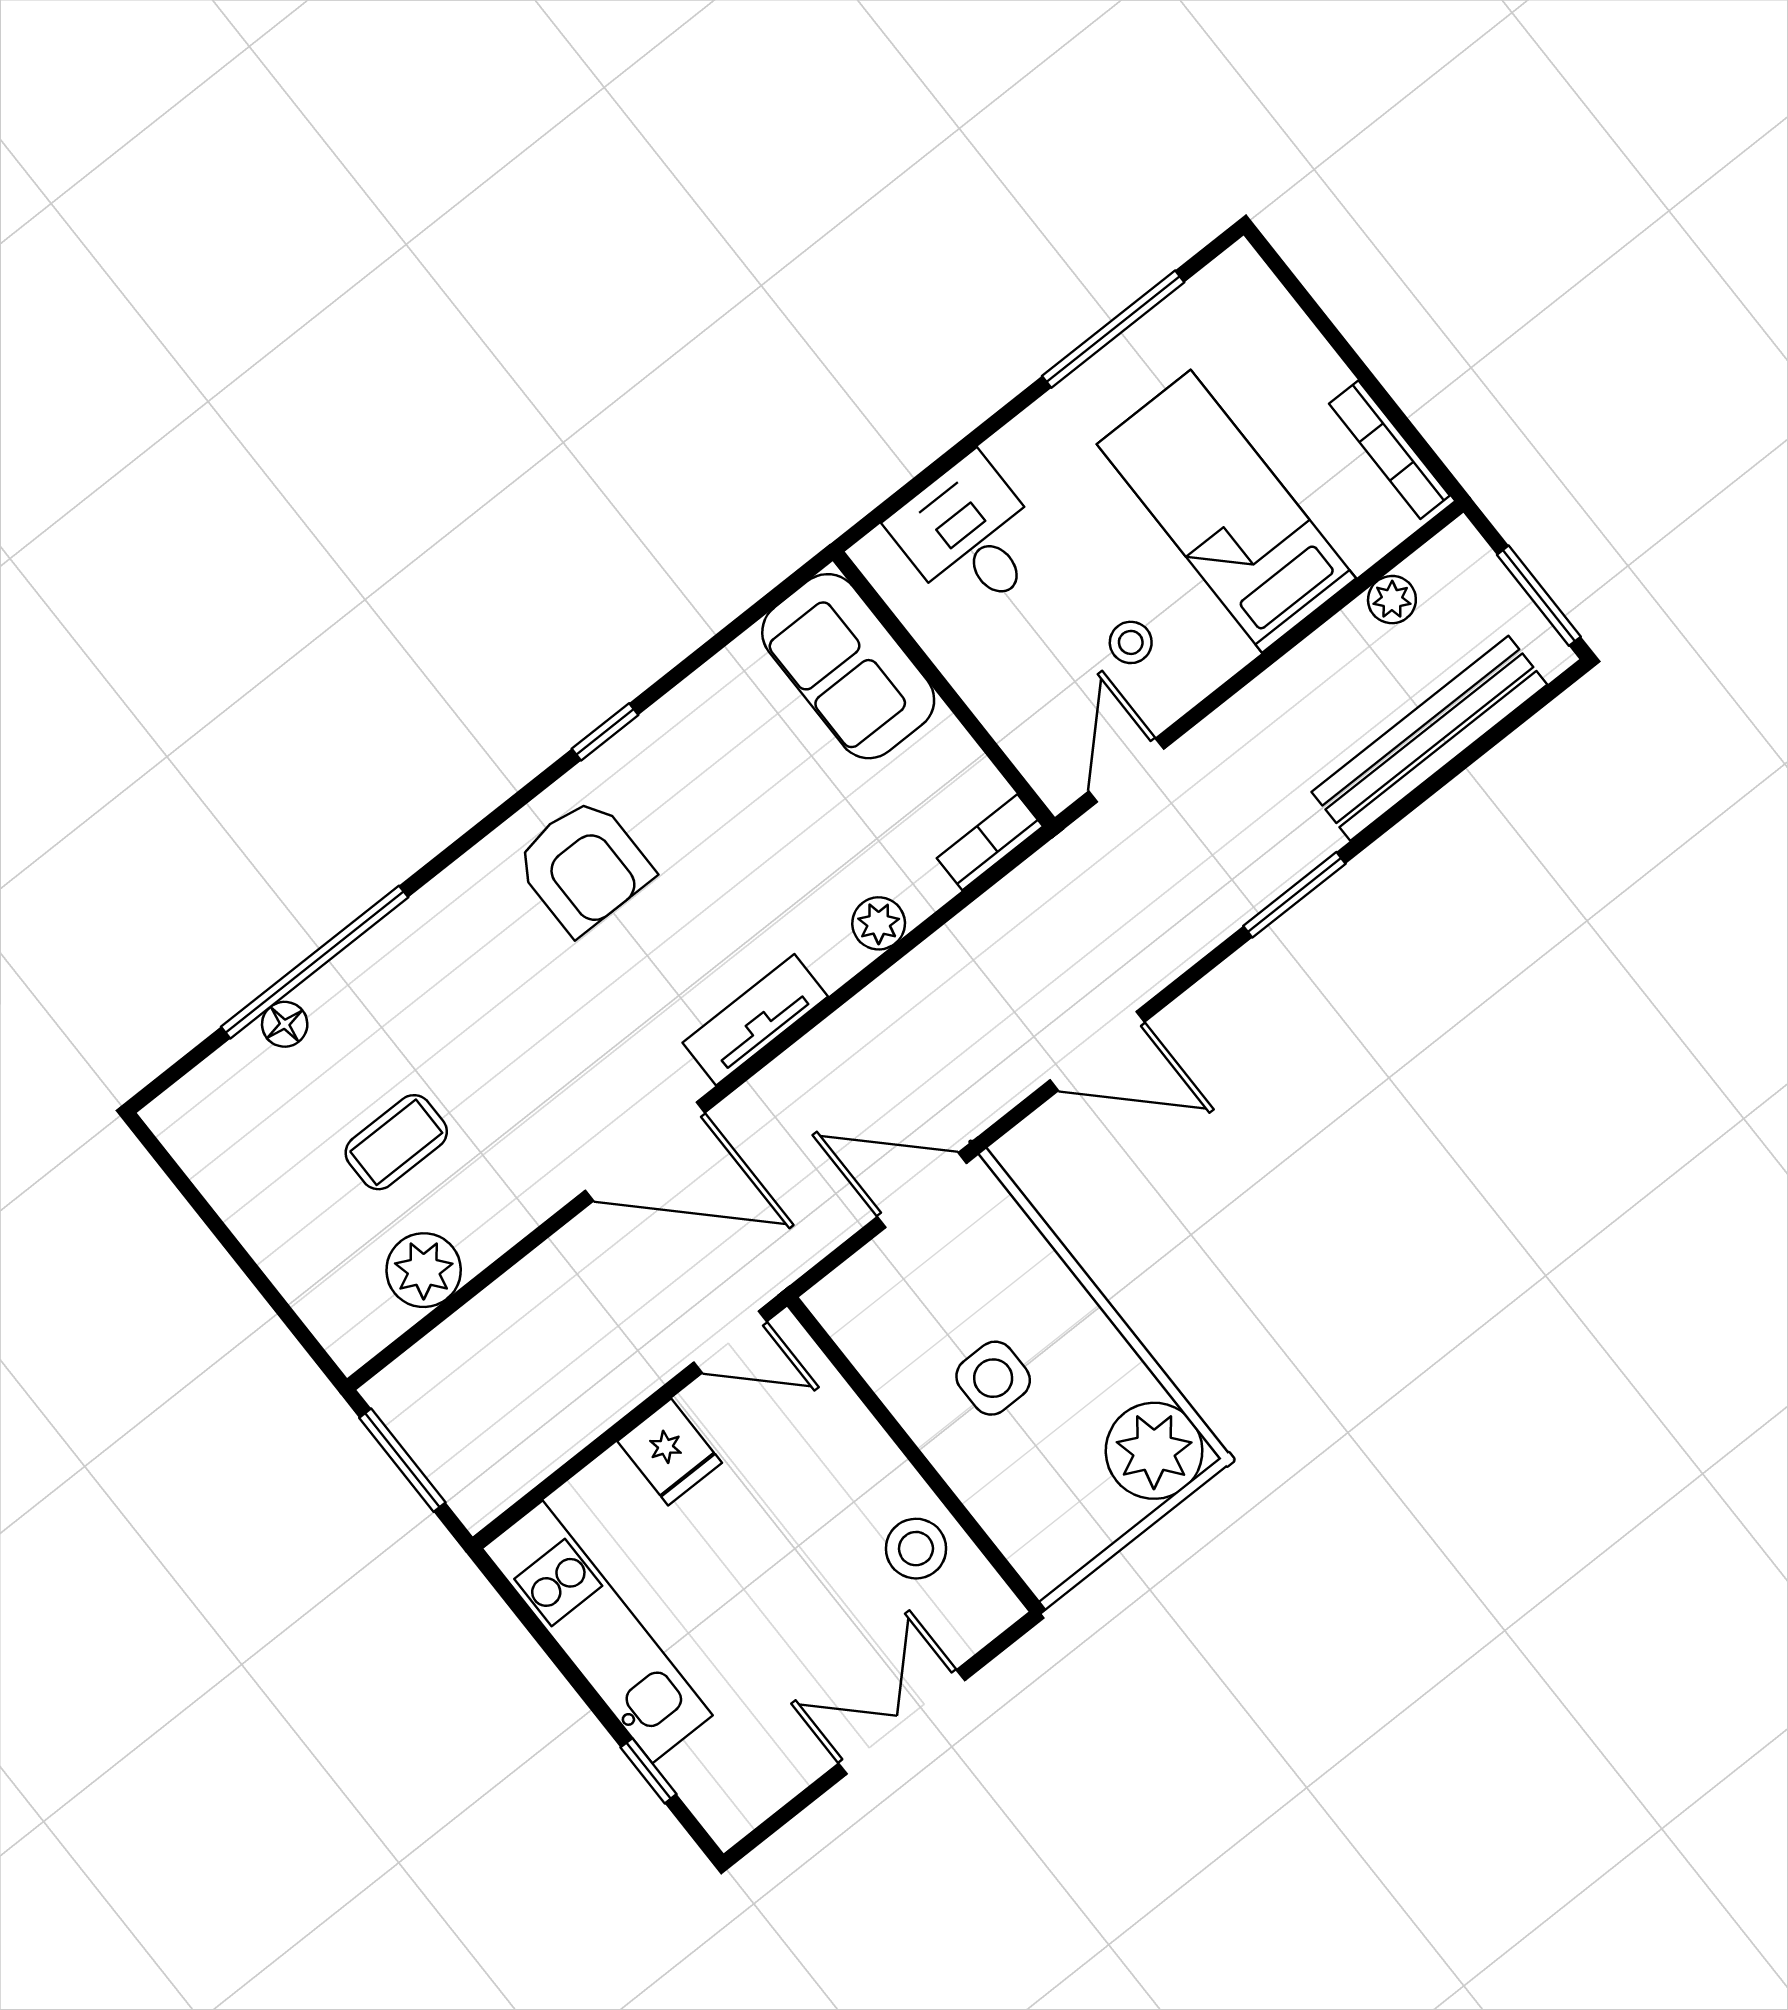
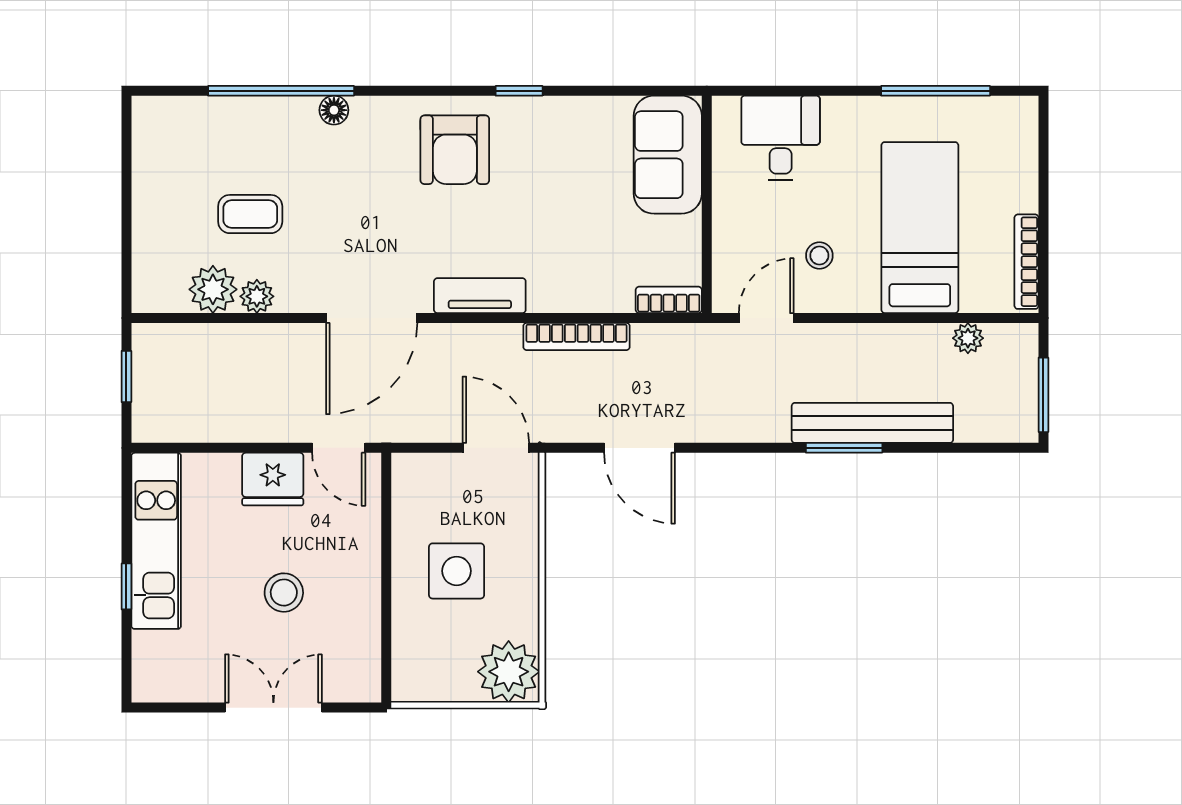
bench: (1429, 738) -> (872, 423), moved
window: (1294, 895) -> (844, 448), moved
plant: (879, 923) -> (257, 296), moved
bookcase: (913, 976) -> (577, 337), added
floor lamp: (285, 1024) -> (334, 110), moved
door: (645, 1152) -> (372, 318), hinge flipped
side table: (993, 1378) -> (457, 571), width x1.37, depth x1.37
fridge: (670, 1452) -> (273, 479), width x1.38
window: (402, 1460) -> (126, 377), width x0.67
stool: (916, 1549) -> (284, 593), moved
window: (649, 1771) -> (126, 586), moved

